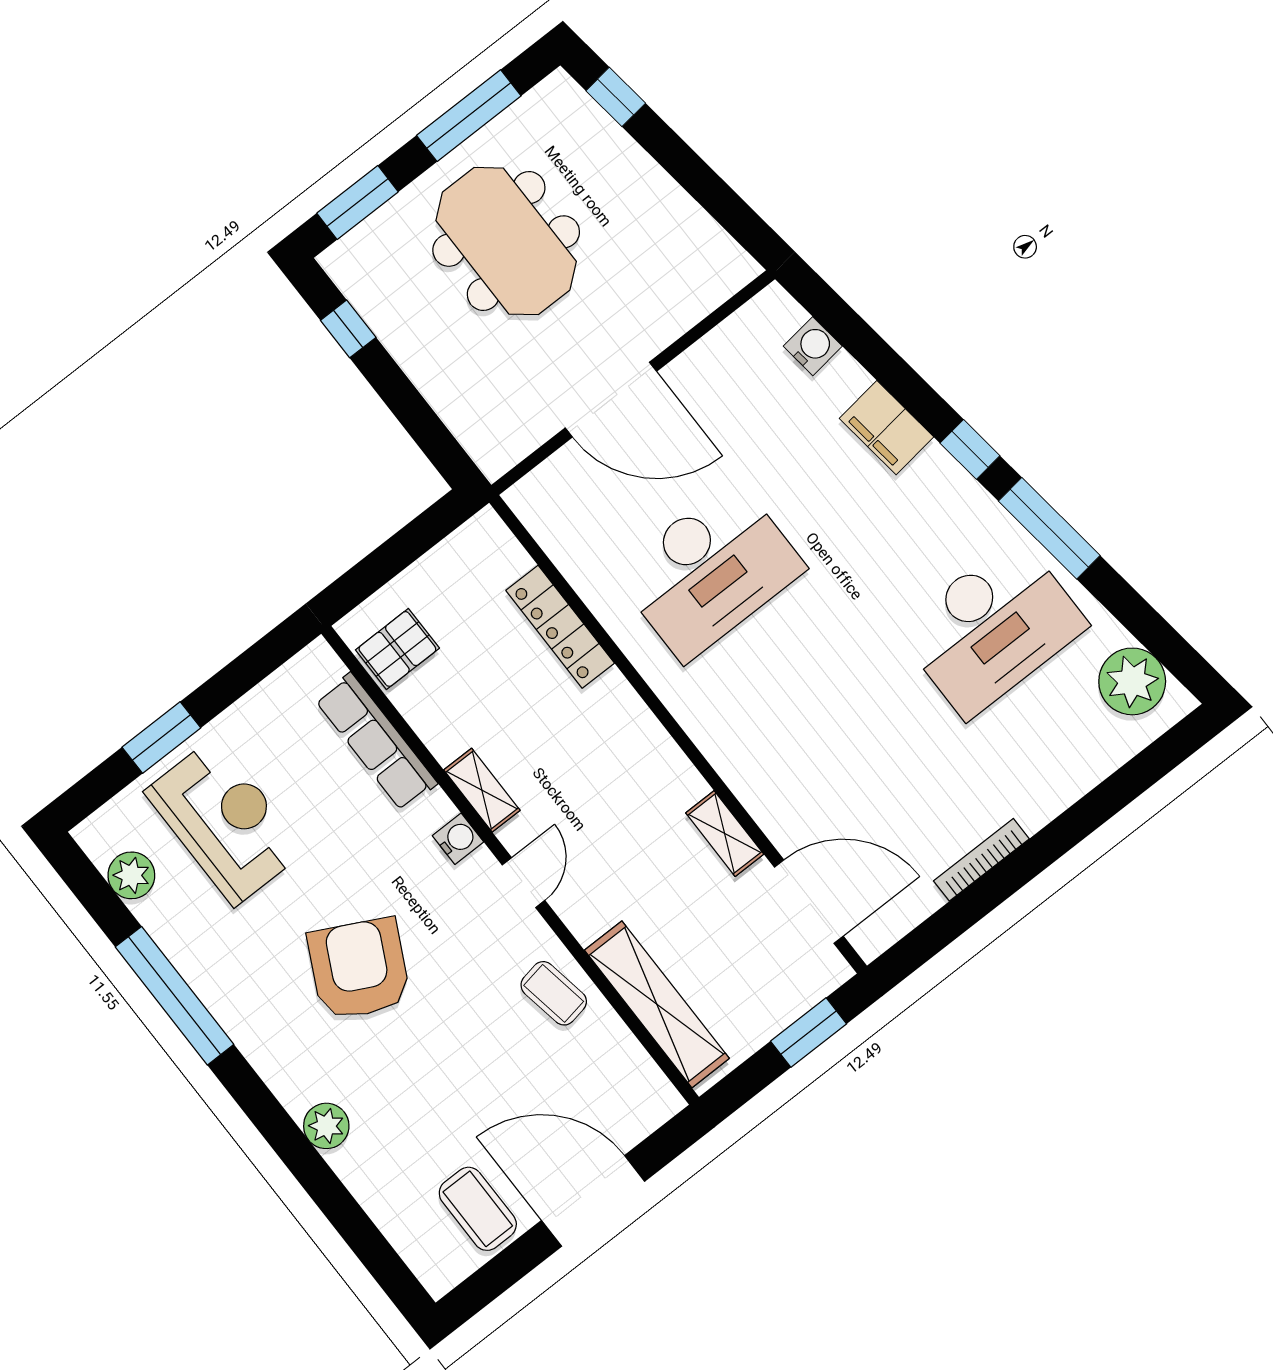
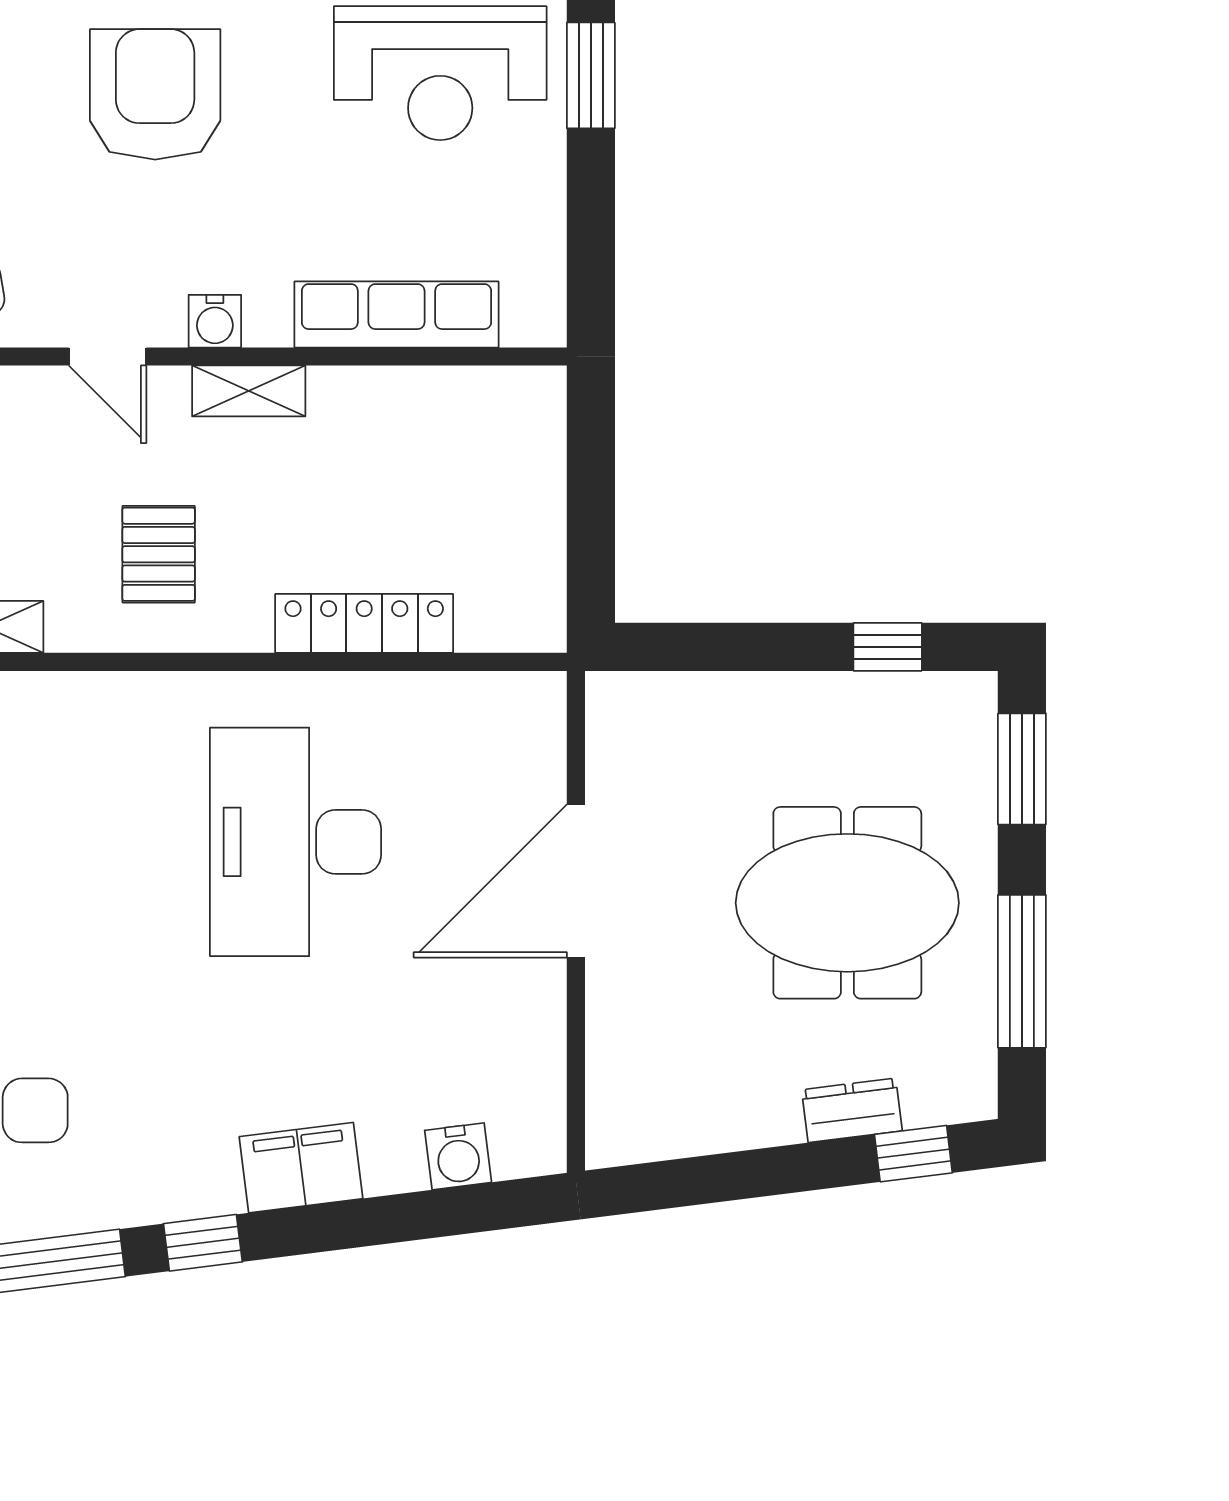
dresser: (618, 149) -> (852, 1110), added
pallet: (397, 649) -> (159, 554), moved
armchair: (359, 969) -> (155, 94), turned -117

